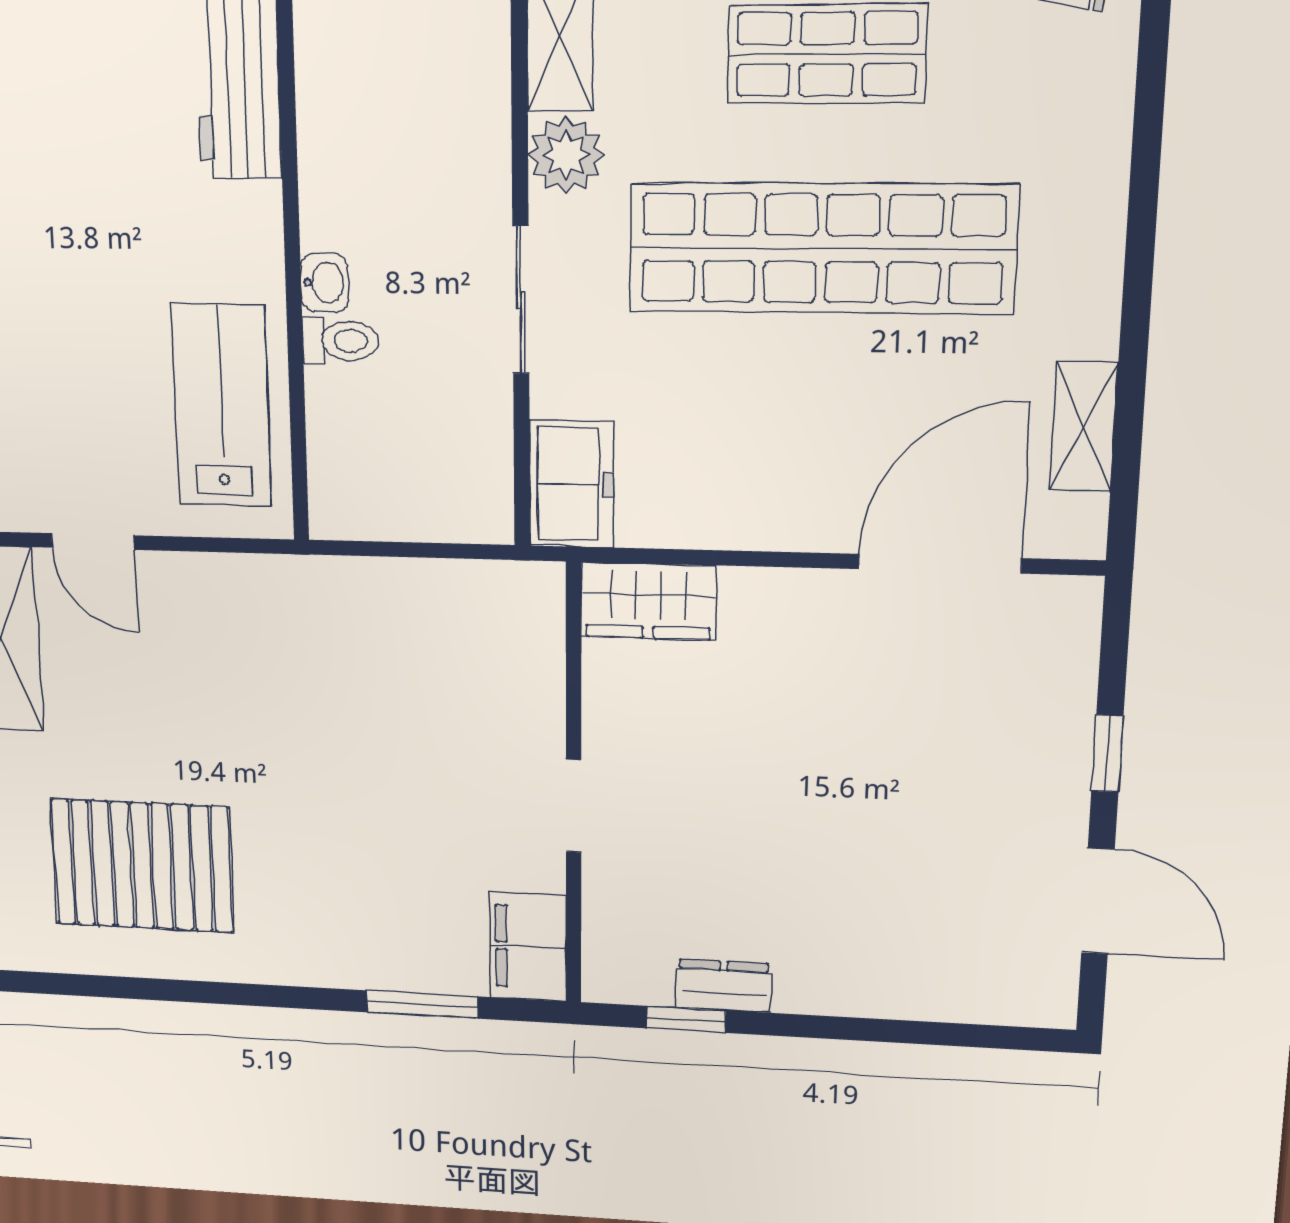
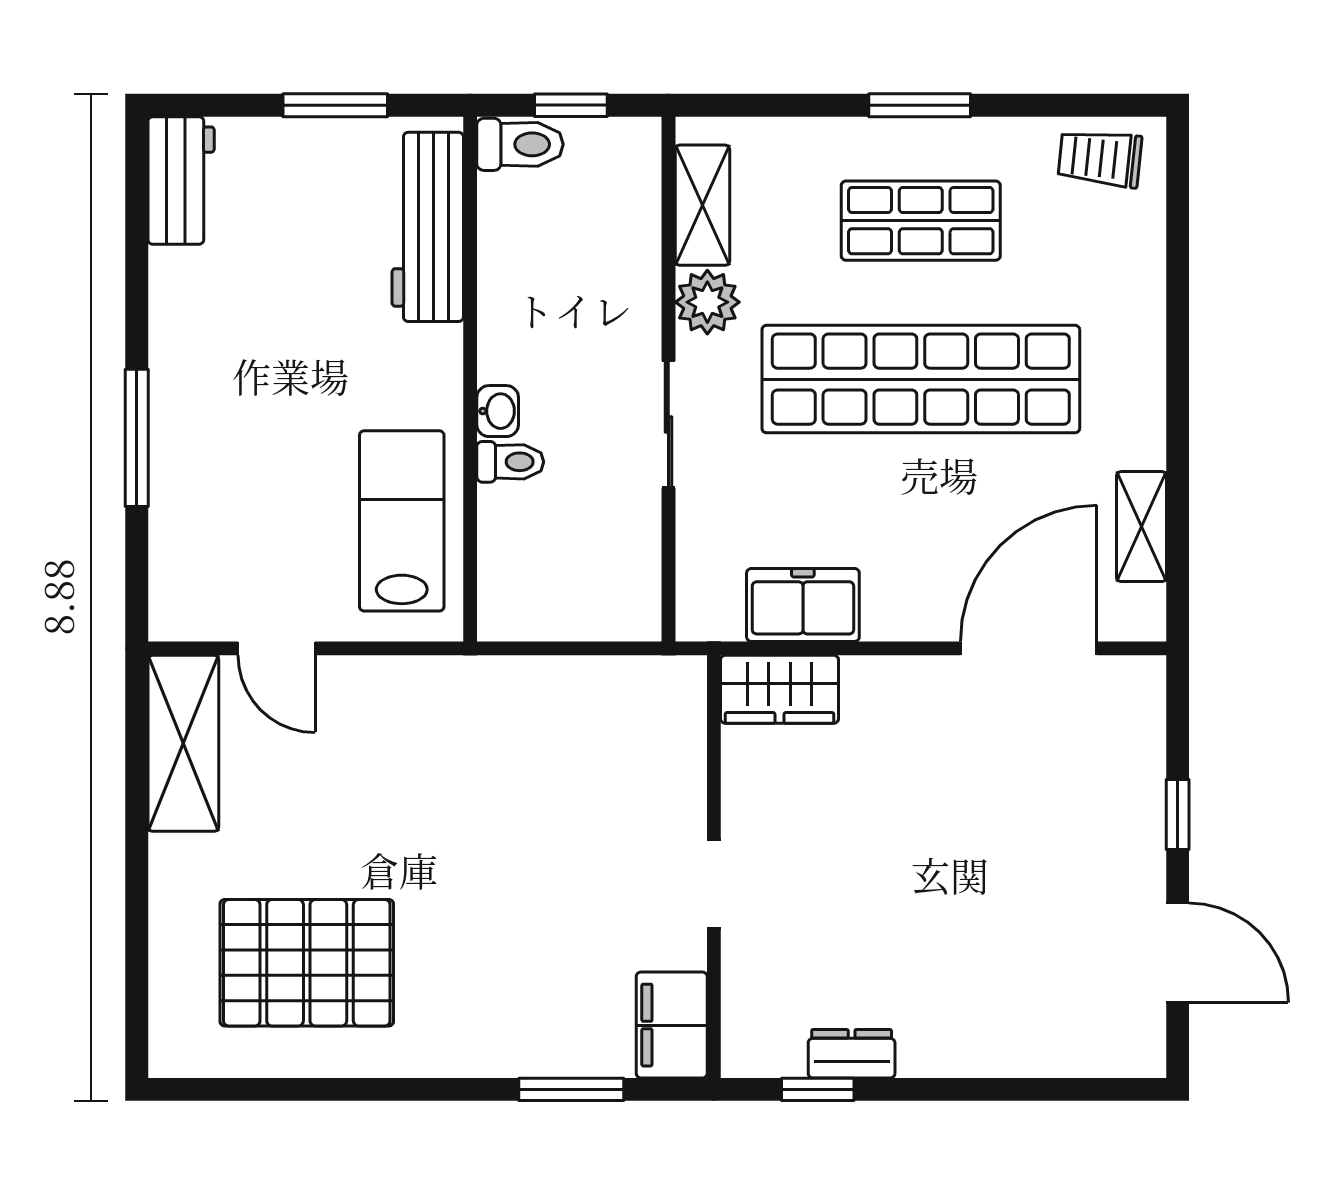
freezer: (571, 484) -> (803, 605), moved, turned -90

